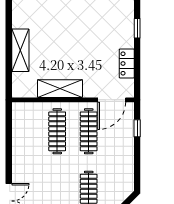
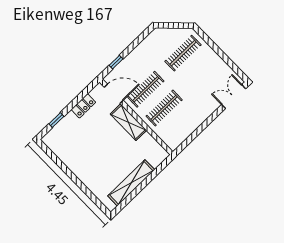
shelving: (20, 50) -> (131, 183), width x1.47
shelving: (60, 89) -> (128, 122), moved

